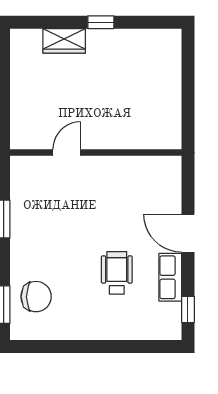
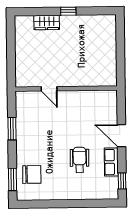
door: (67, 153) -> (49, 89), swing flipped

